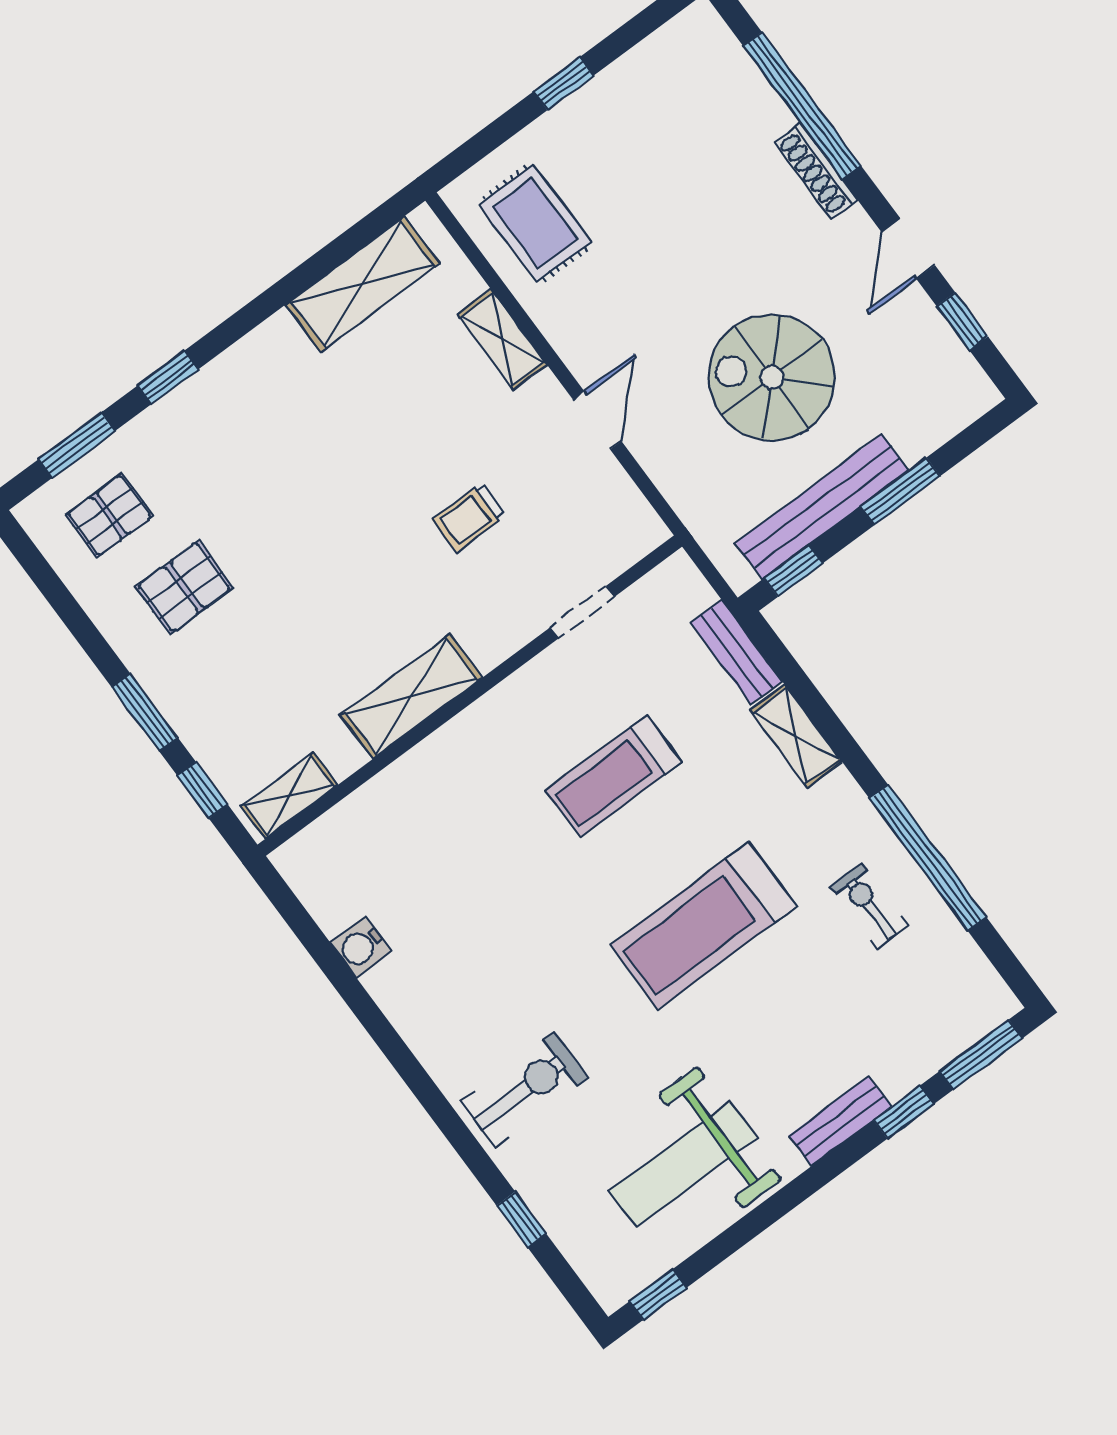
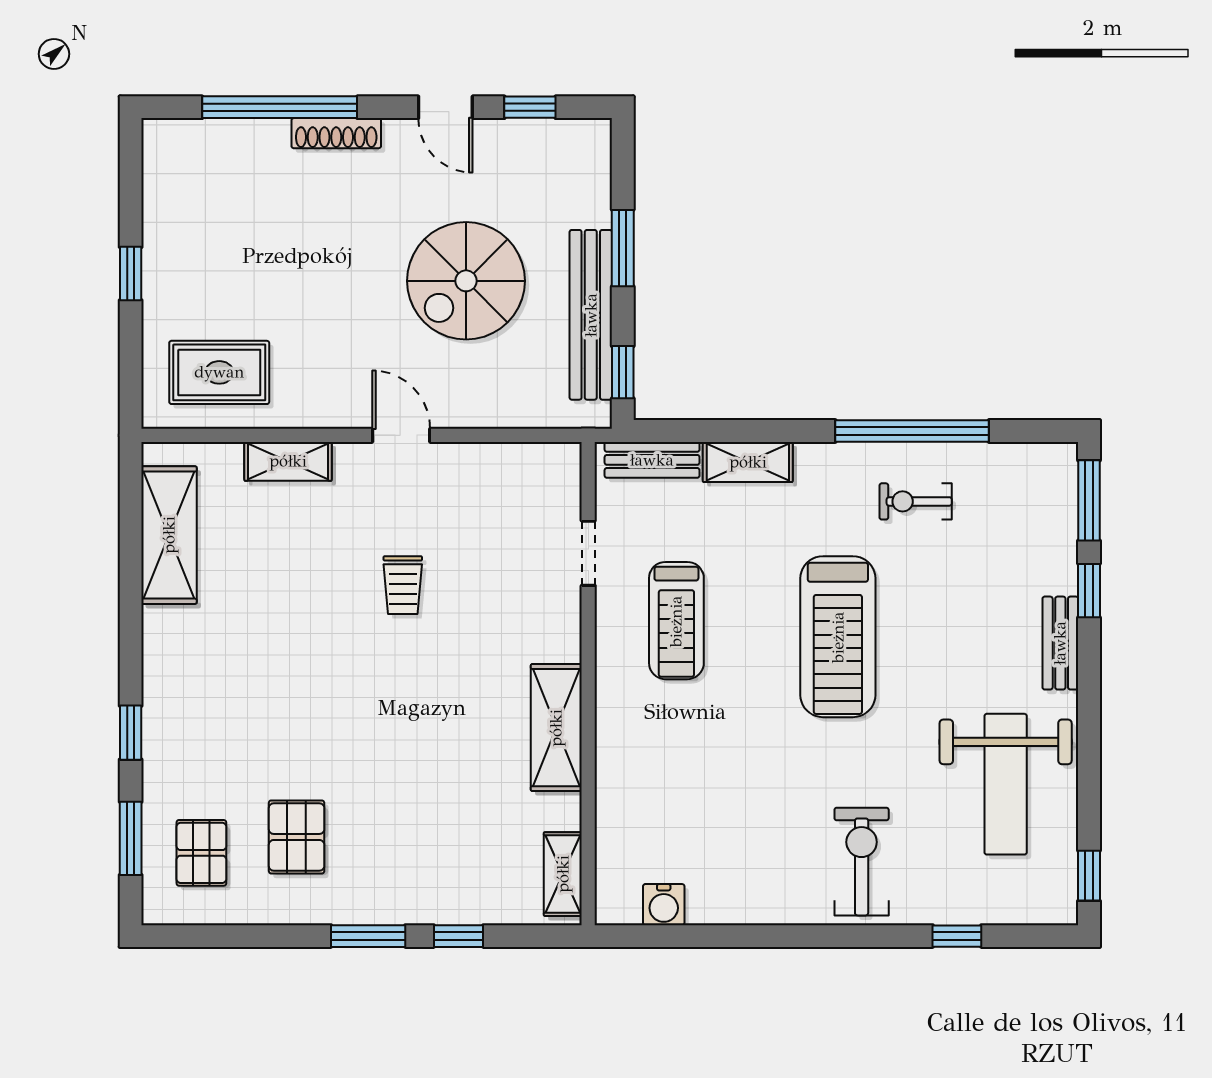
doorway: (582, 612) -> (588, 553), moved
shelving: (412, 696) -> (556, 728), moved
wall: (470, 696) -> (588, 684), moved
shelving: (289, 796) -> (563, 874), moved

